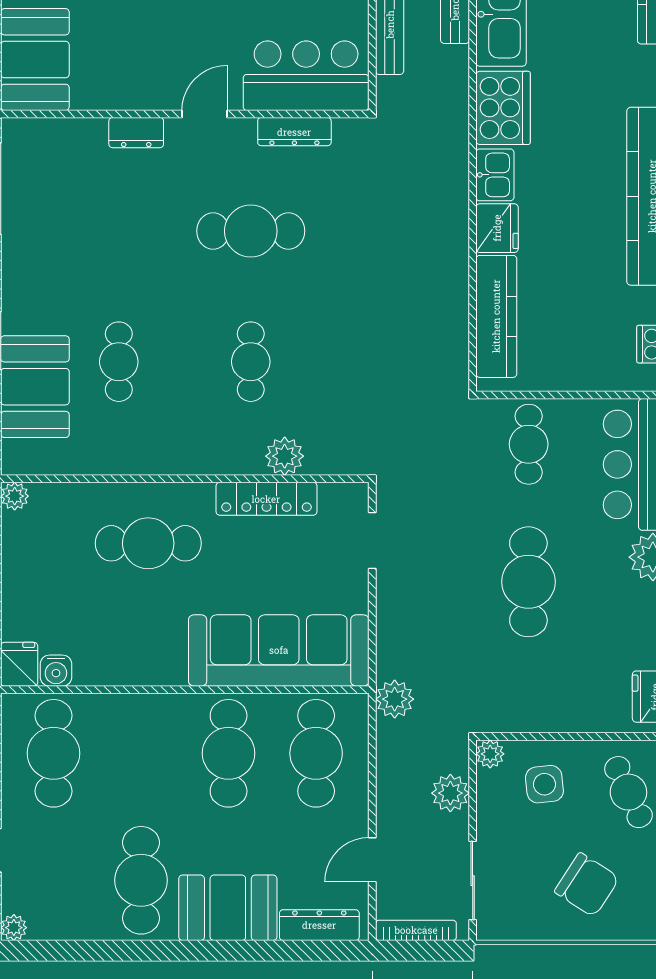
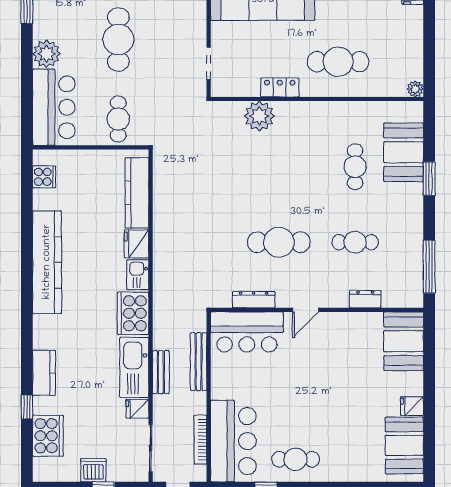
dresser: (136, 133) -> (365, 299), moved
cafe table: (251, 362) -> (355, 242), moved, turned 90
plant: (285, 456) -> (259, 116), width x1.36, depth x1.36
locker: (266, 499) -> (280, 87), width x0.66

